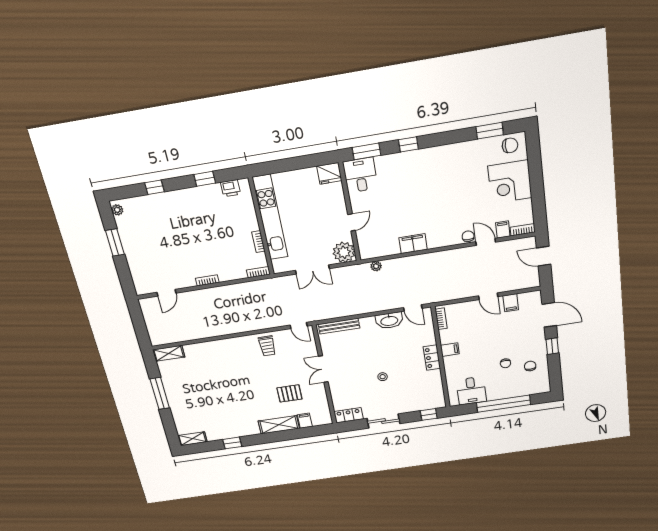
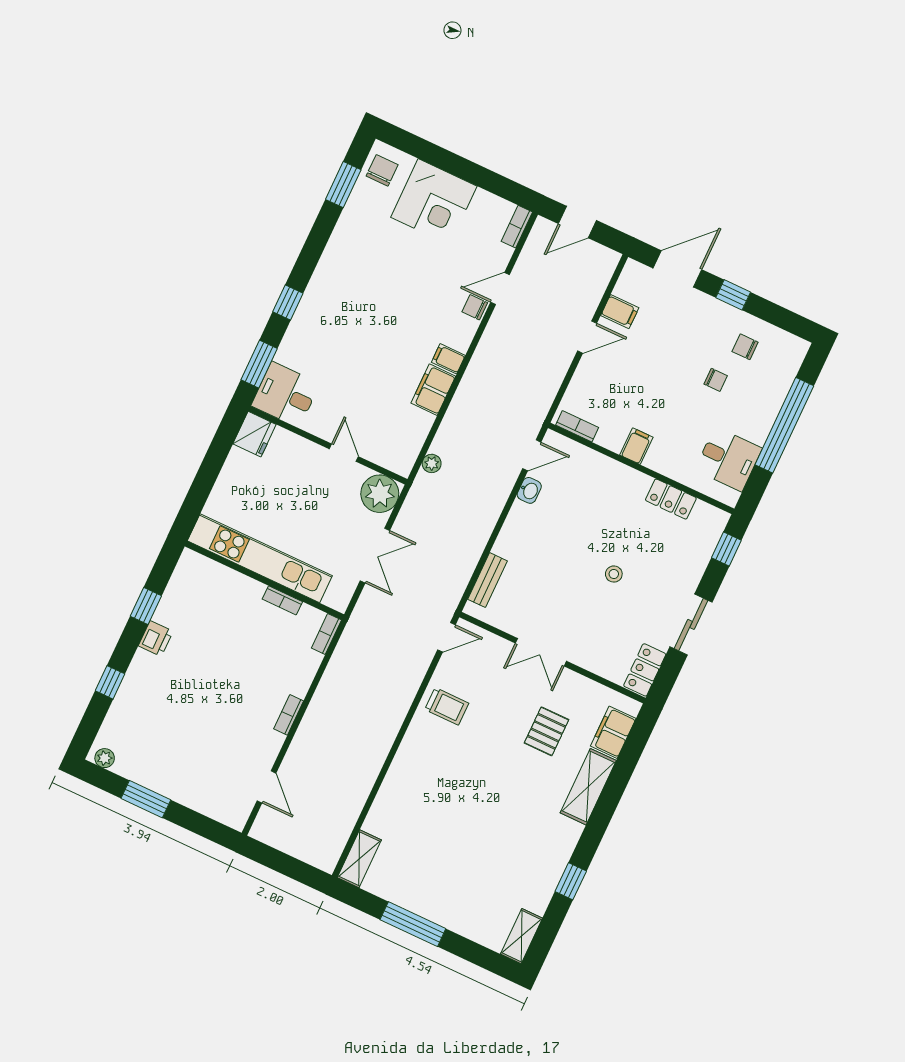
printer: (231, 188) -> (156, 638), moved
filing cabinet: (503, 230) -> (448, 359), moved
washbasin: (389, 321) -> (529, 490), width x0.52, depth x0.69
bench: (339, 326) -> (488, 580), width x0.73
locker: (432, 358) -> (671, 499), moved
filing cabinet: (305, 421) -> (613, 732), width x2.00

